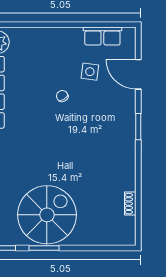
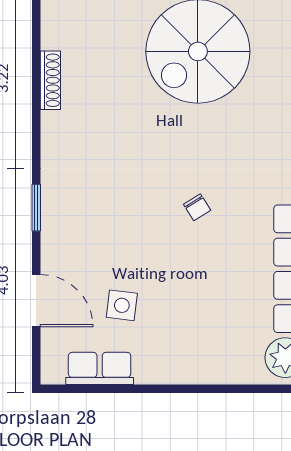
chair: (62, 96) -> (197, 207), moved
shoe rack: (130, 204) -> (50, 80), width x1.43

